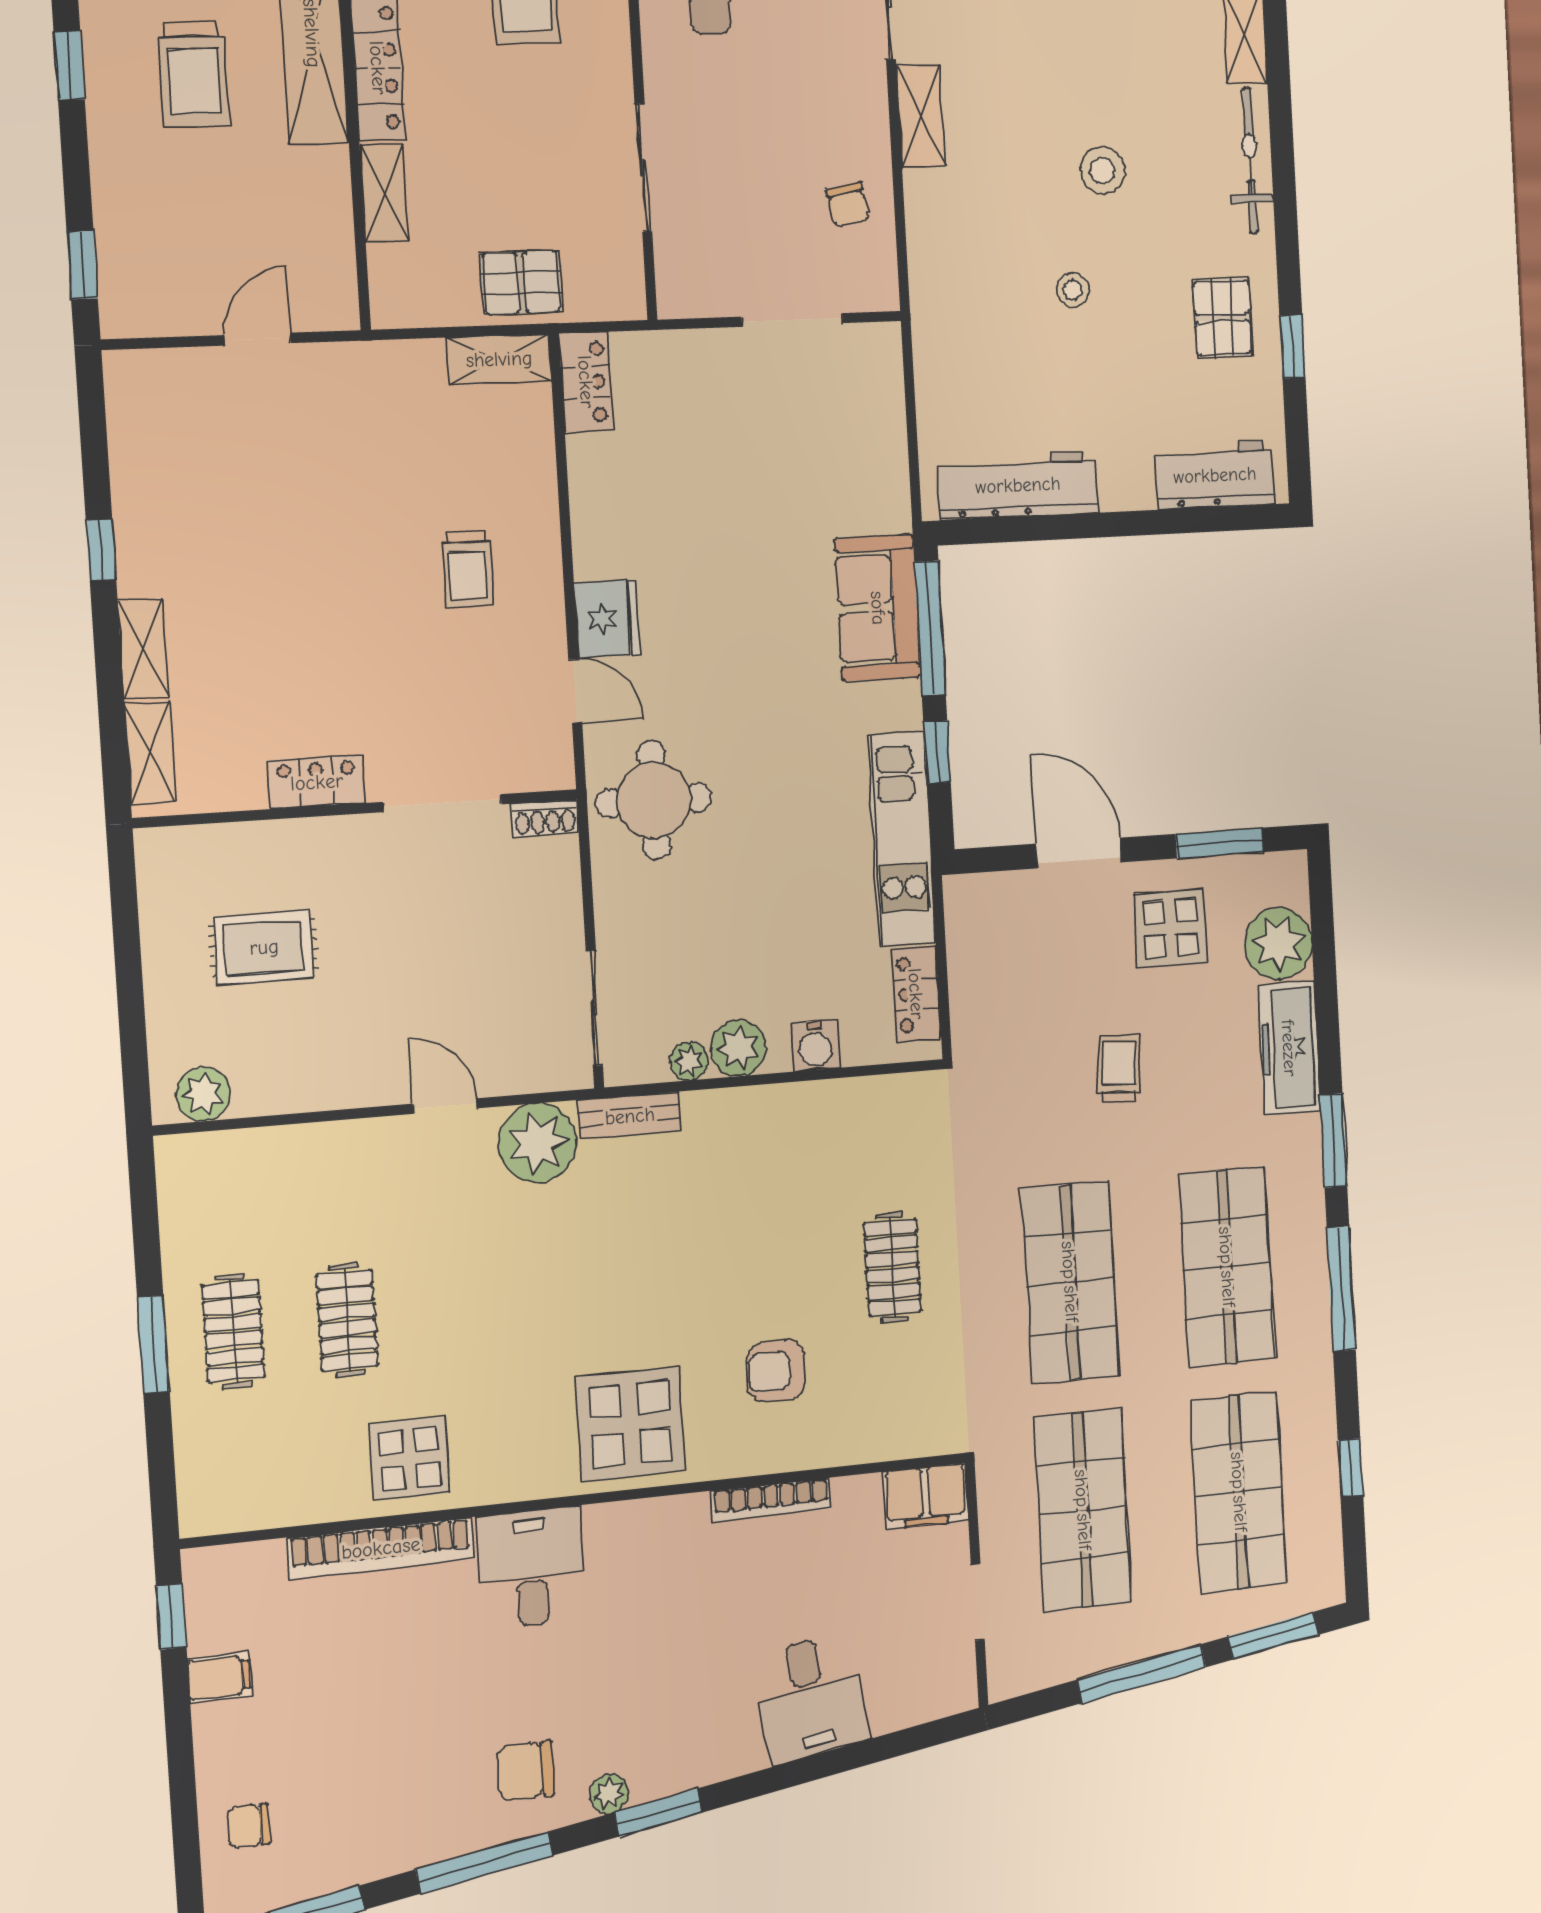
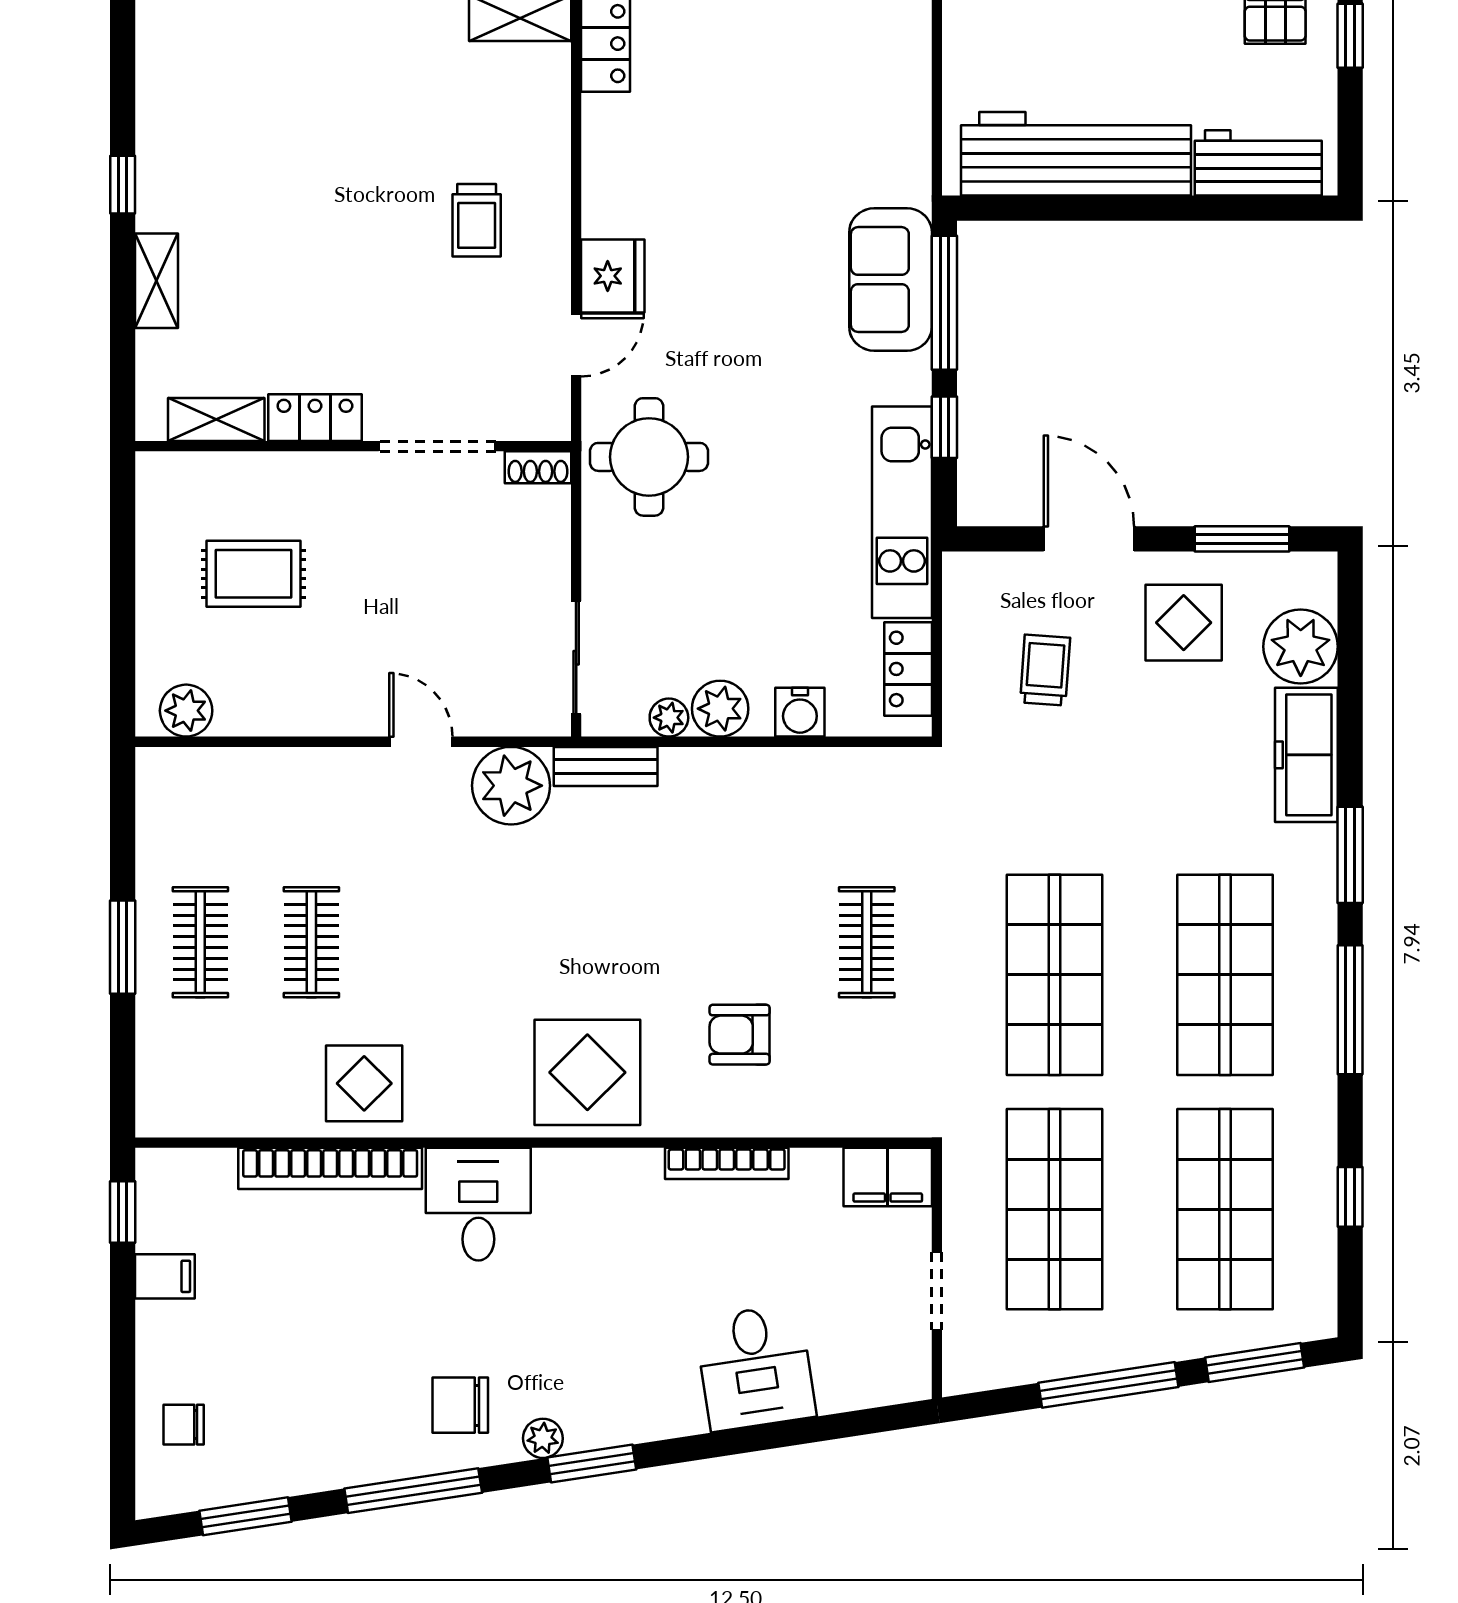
workbench: (1018, 485) -> (1076, 154), width x1.36, depth x1.32
door: (575, 691) -> (576, 345), hinge flipped
shelving: (150, 753) -> (216, 419), moved, turned 90
trolley: (1119, 1068) -> (1045, 670), moved

